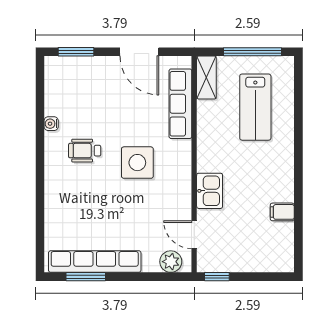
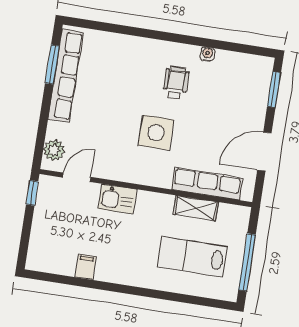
shelving: (206, 77) -> (196, 208), moved

